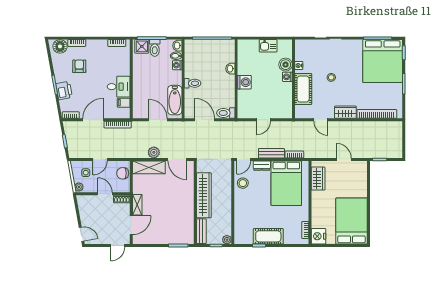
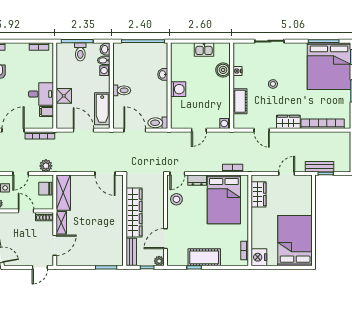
shower: (142, 46) -> (64, 96), moved
washing machine: (287, 77) -> (225, 124), moved
cot: (303, 89) -> (240, 101), width x0.73, depth x0.75
plant: (154, 152) -> (46, 166), moved
bench: (271, 153) -> (320, 167), moved
door: (344, 159) -> (287, 174), hinge flipped
shelving: (149, 167) -> (63, 193), moved, turned 90
door: (233, 219) -> (165, 239), added

